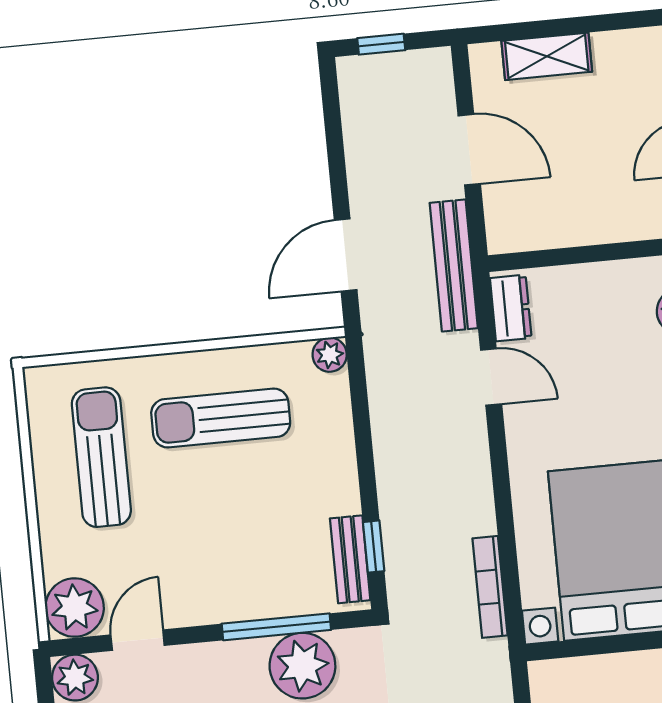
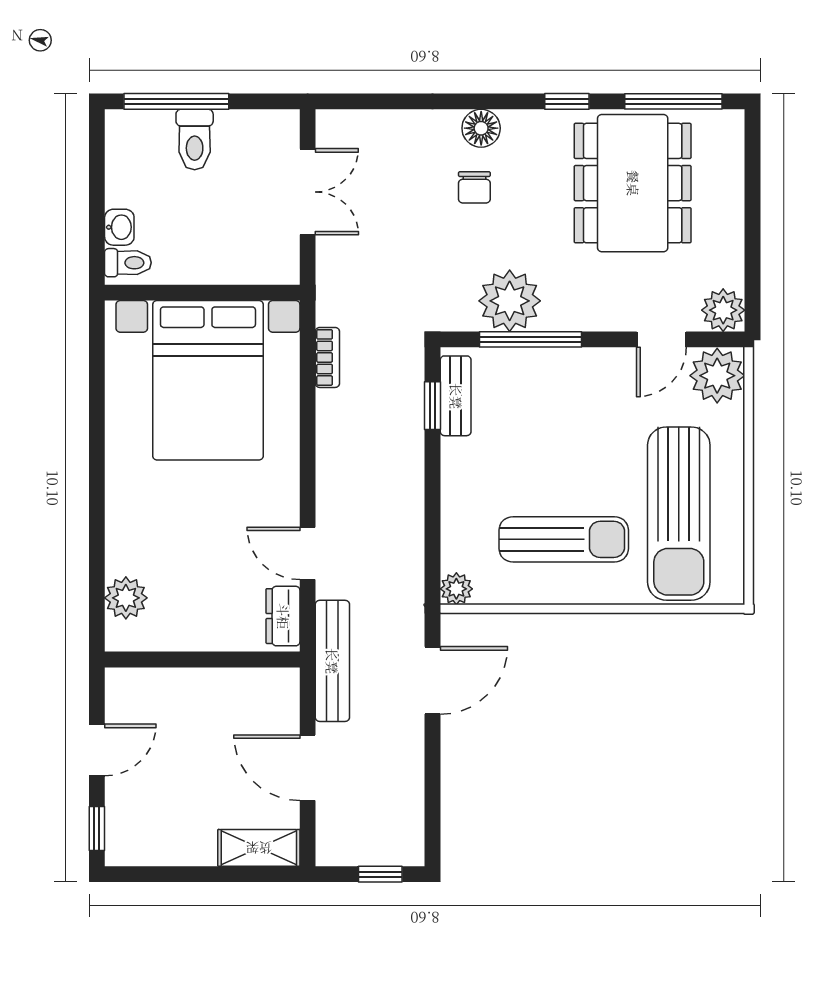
shelving: (547, 56) -> (259, 848), moved
sun lounger: (101, 457) -> (679, 514), width x1.36, depth x1.34
bookcase: (490, 587) -> (327, 357), width x0.64

